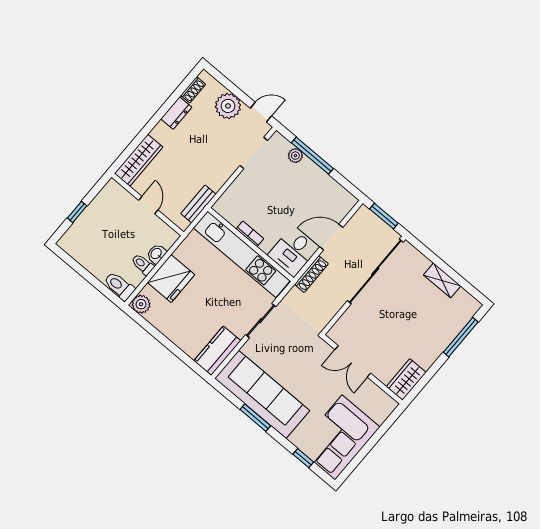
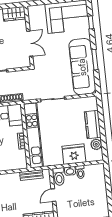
toilet: (119, 286) -> (59, 177), moved
plant: (141, 304) -> (96, 144), moved
kitchen counter: (217, 351) -> (93, 125), moved, turned 90

